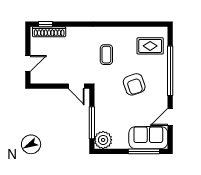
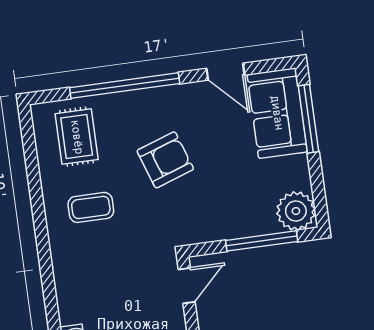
coffee table: (106, 55) -> (91, 207), moved

